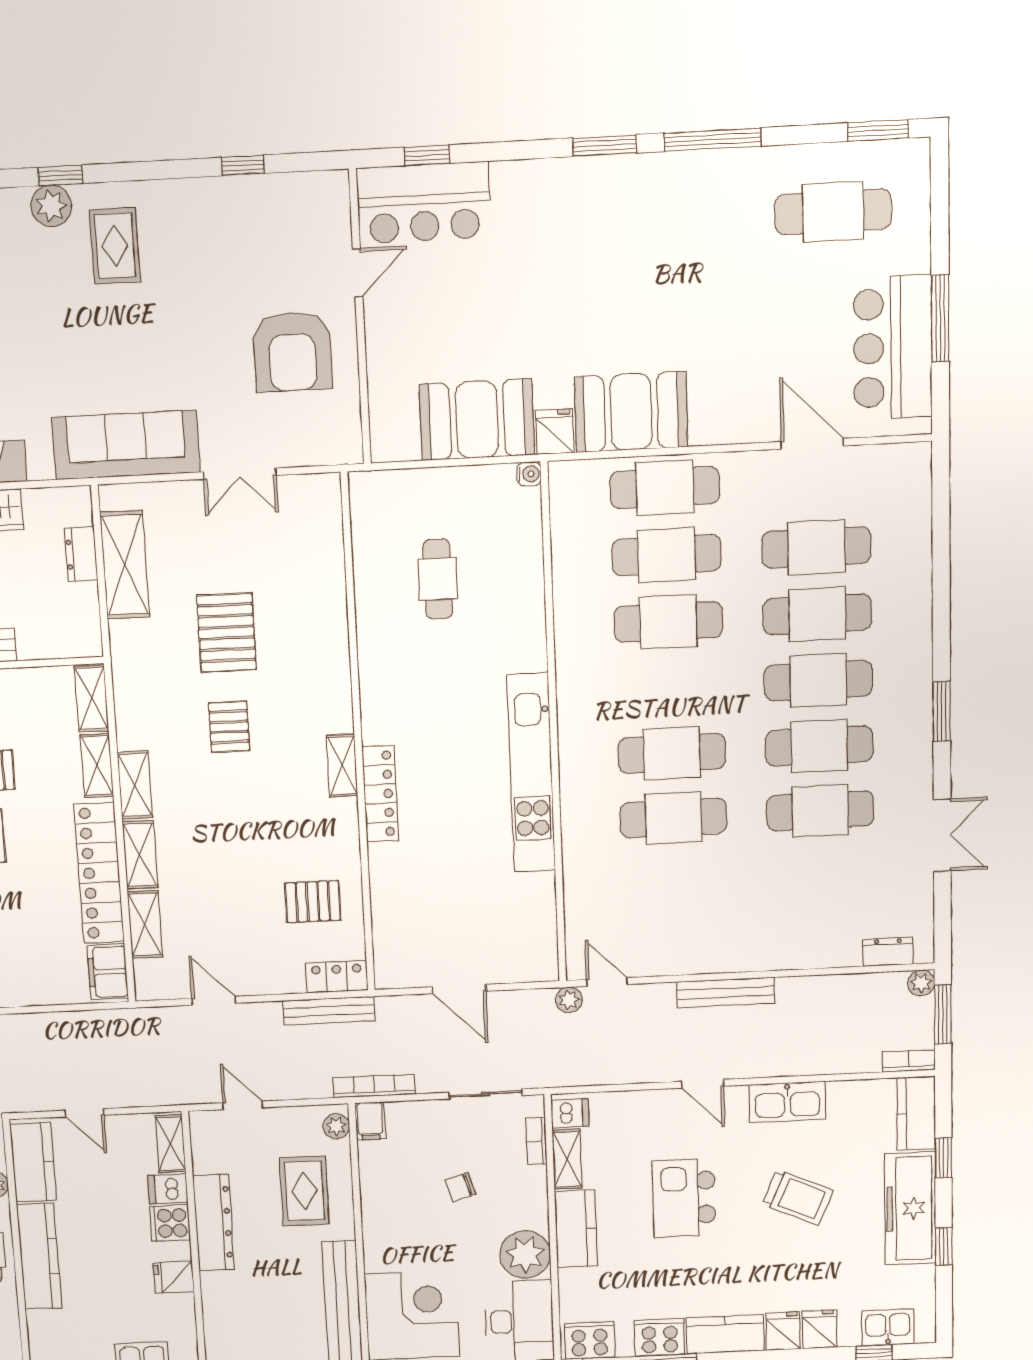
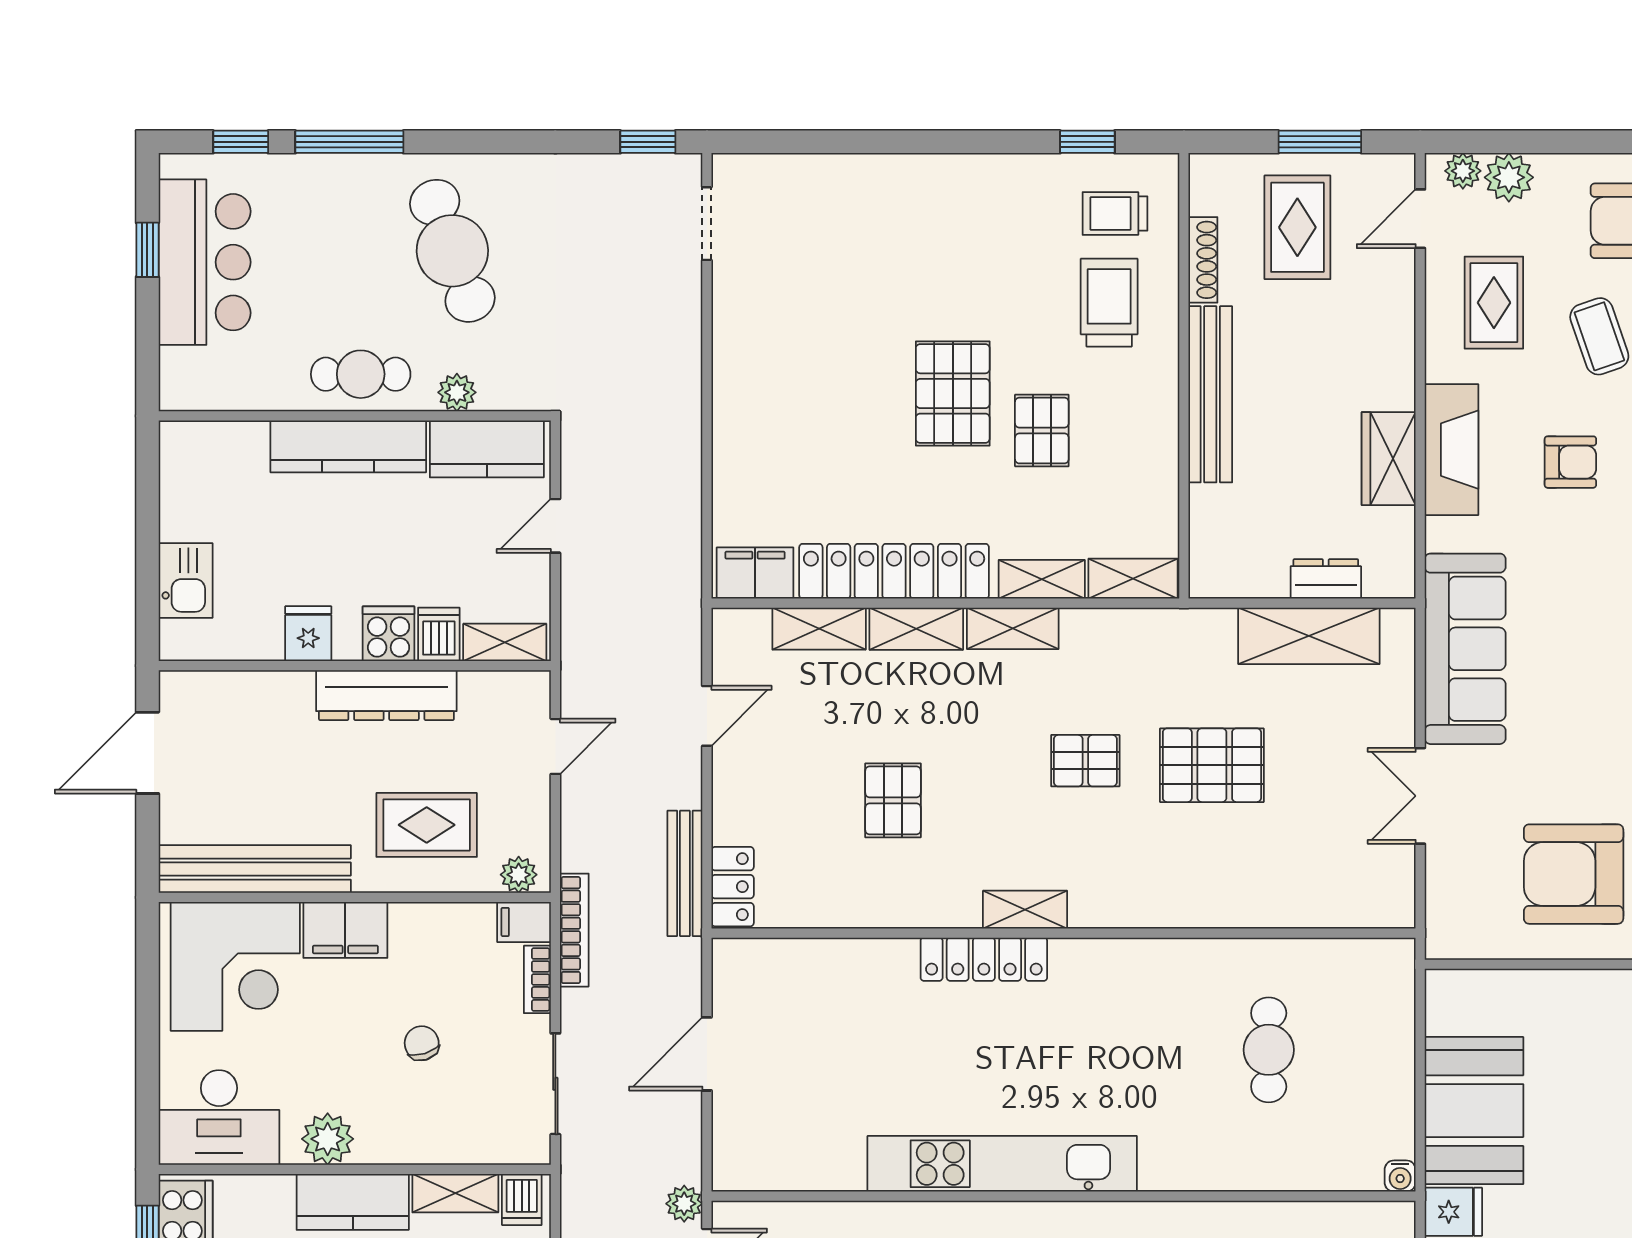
cafe table: (438, 579) -> (1269, 1050), turned 90
pallet: (313, 902) -> (893, 800), moved
bookcase: (536, 1141) -> (537, 979), moved, turned -90
filing cabinet: (382, 1243) -> (345, 930), added
plant: (525, 1254) -> (328, 1139), width x0.73, depth x0.73

